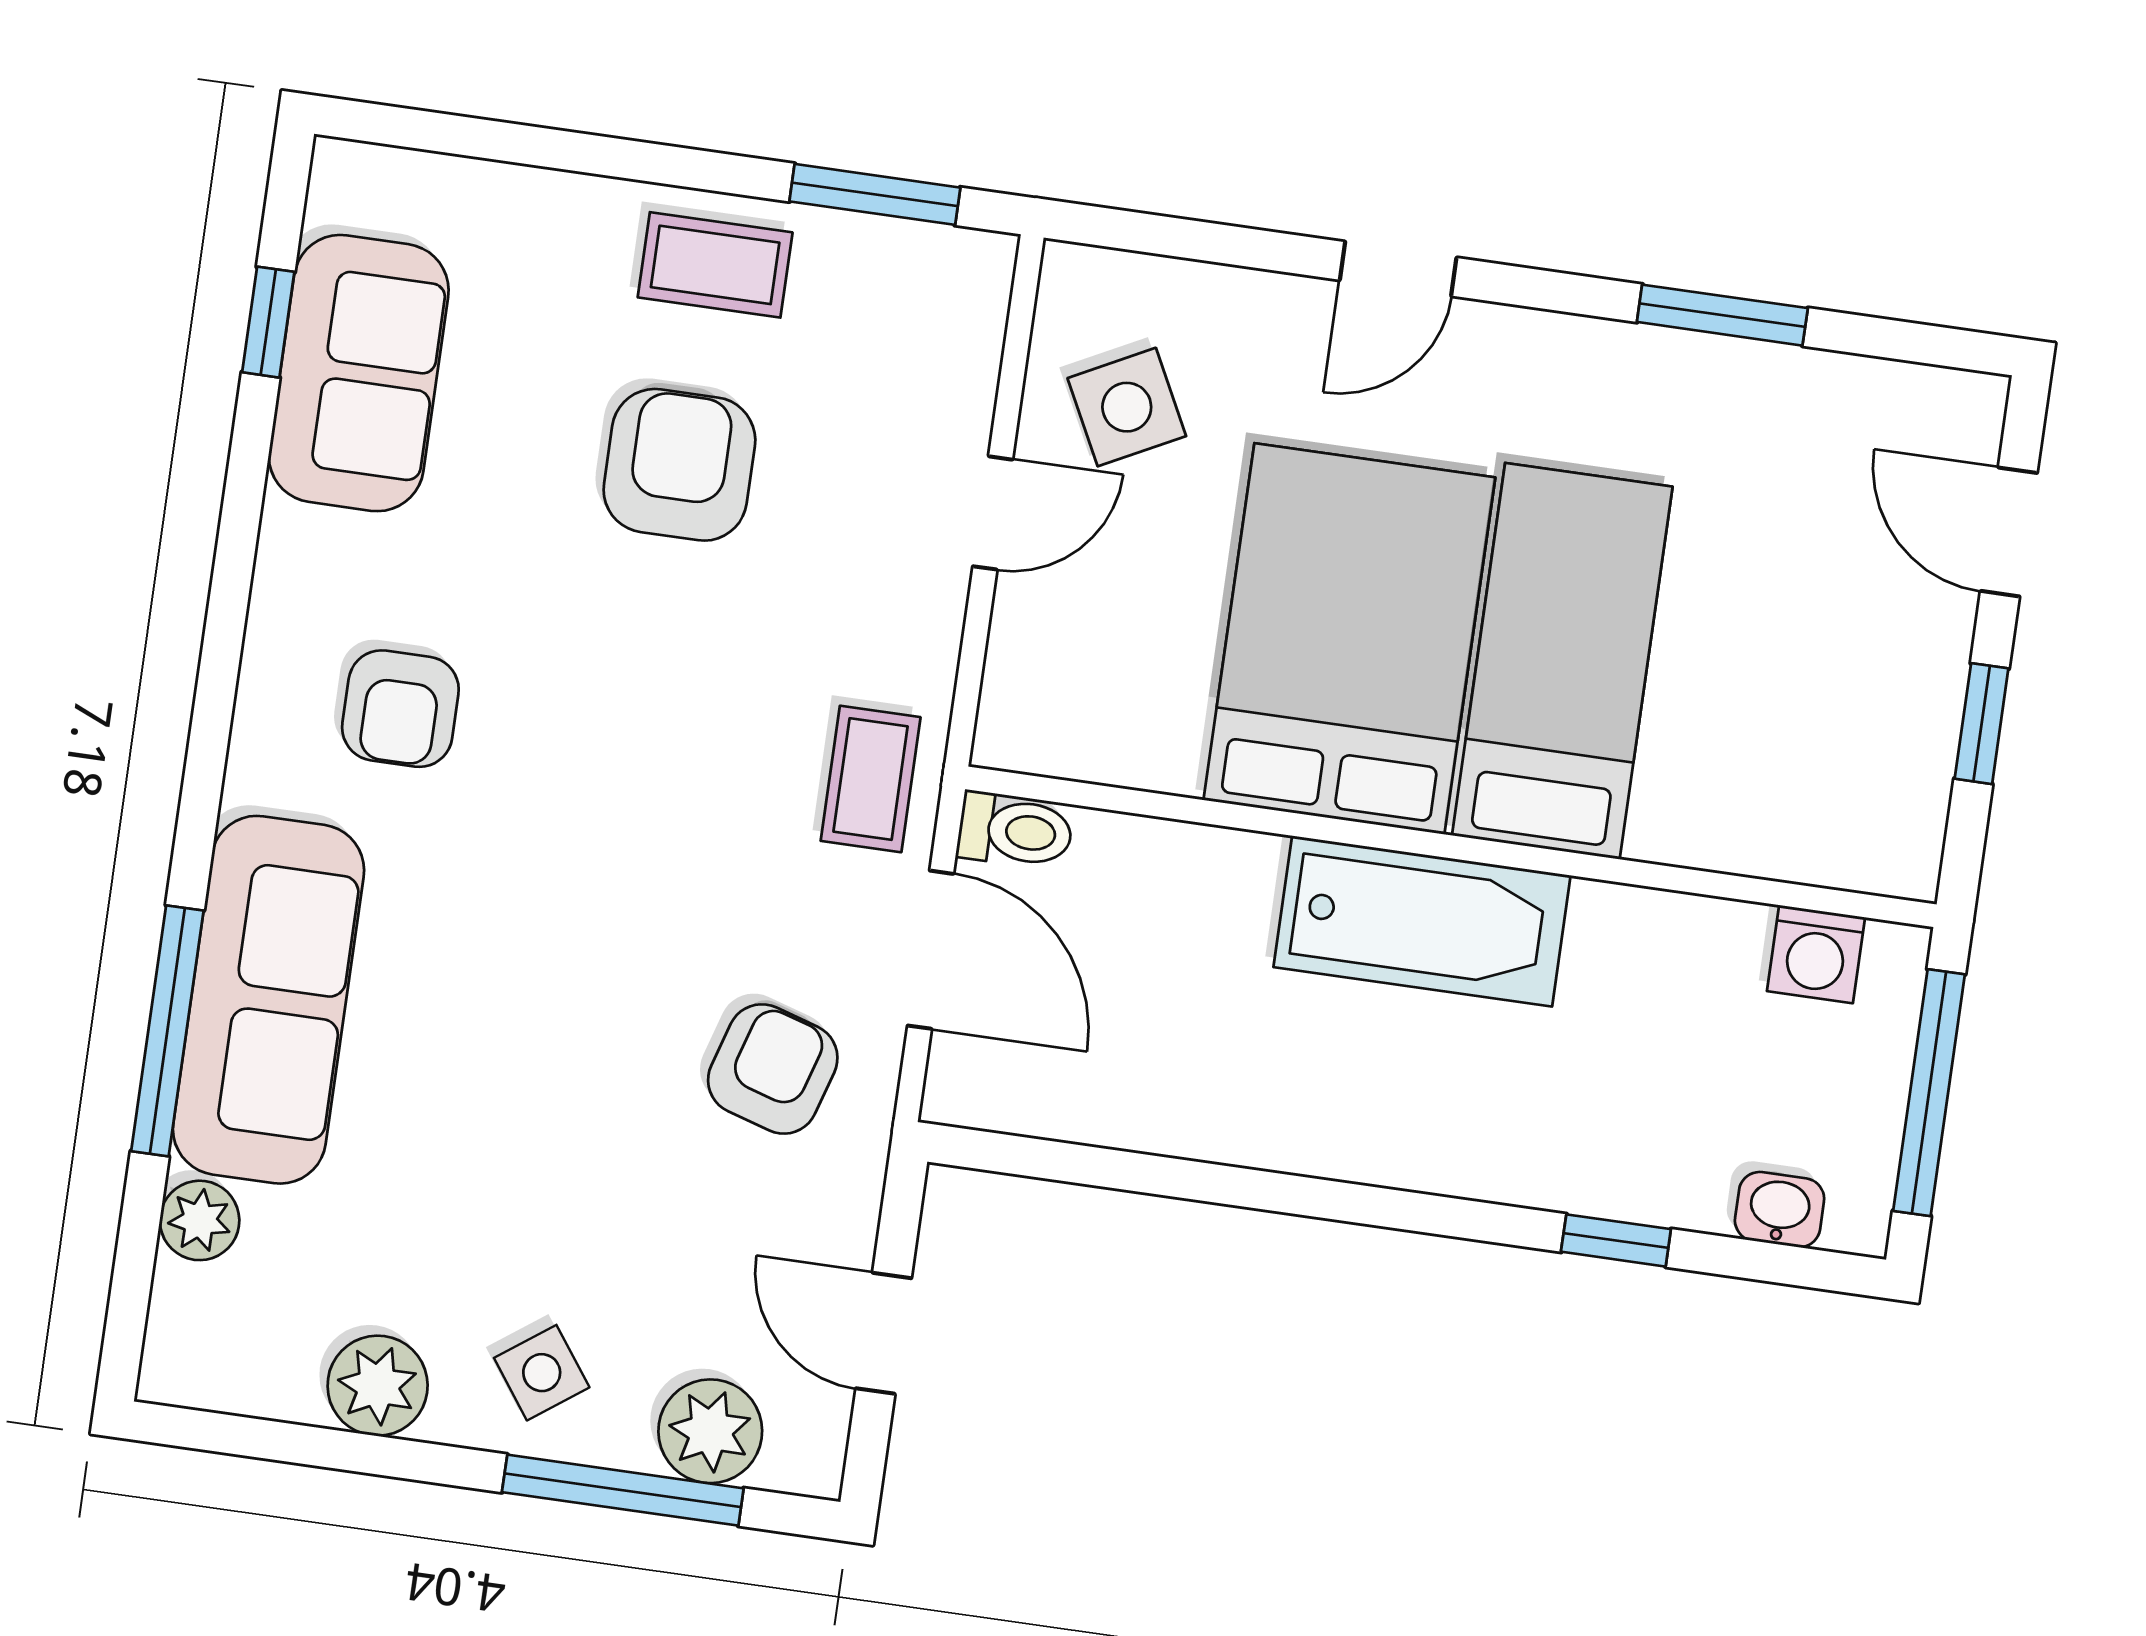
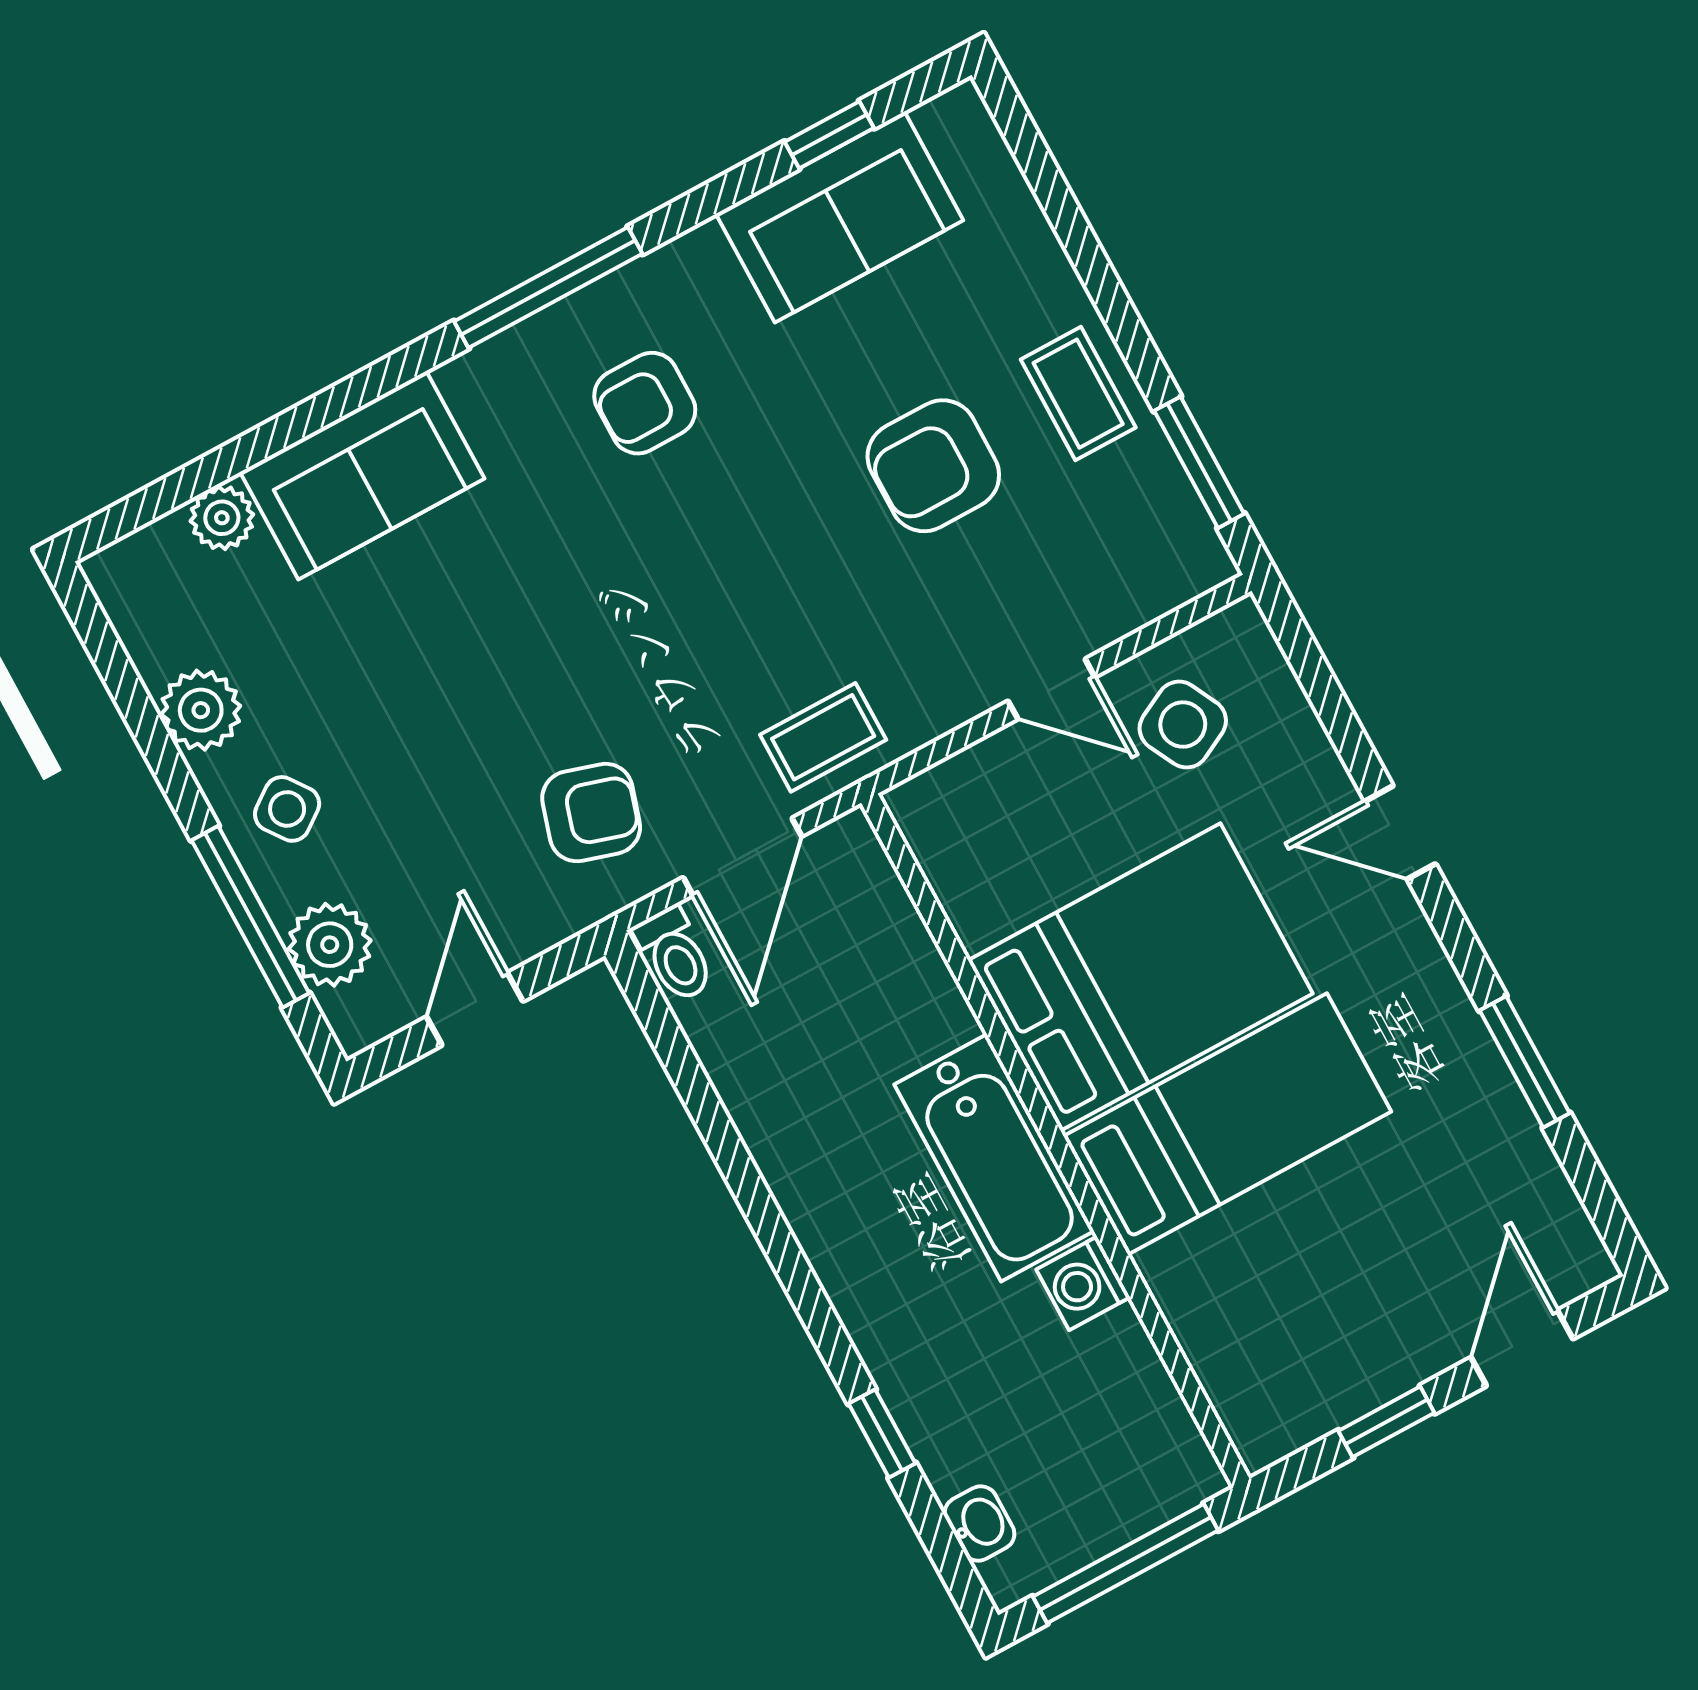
armchair: (679, 465) -> (933, 466), turned 180
toilet: (1015, 831) -> (675, 954), moved
washing machine: (1816, 954) -> (1083, 1283), moved
sofa: (269, 1000) -> (362, 475), width x0.73
window: (167, 1031) -> (548, 287), moved

